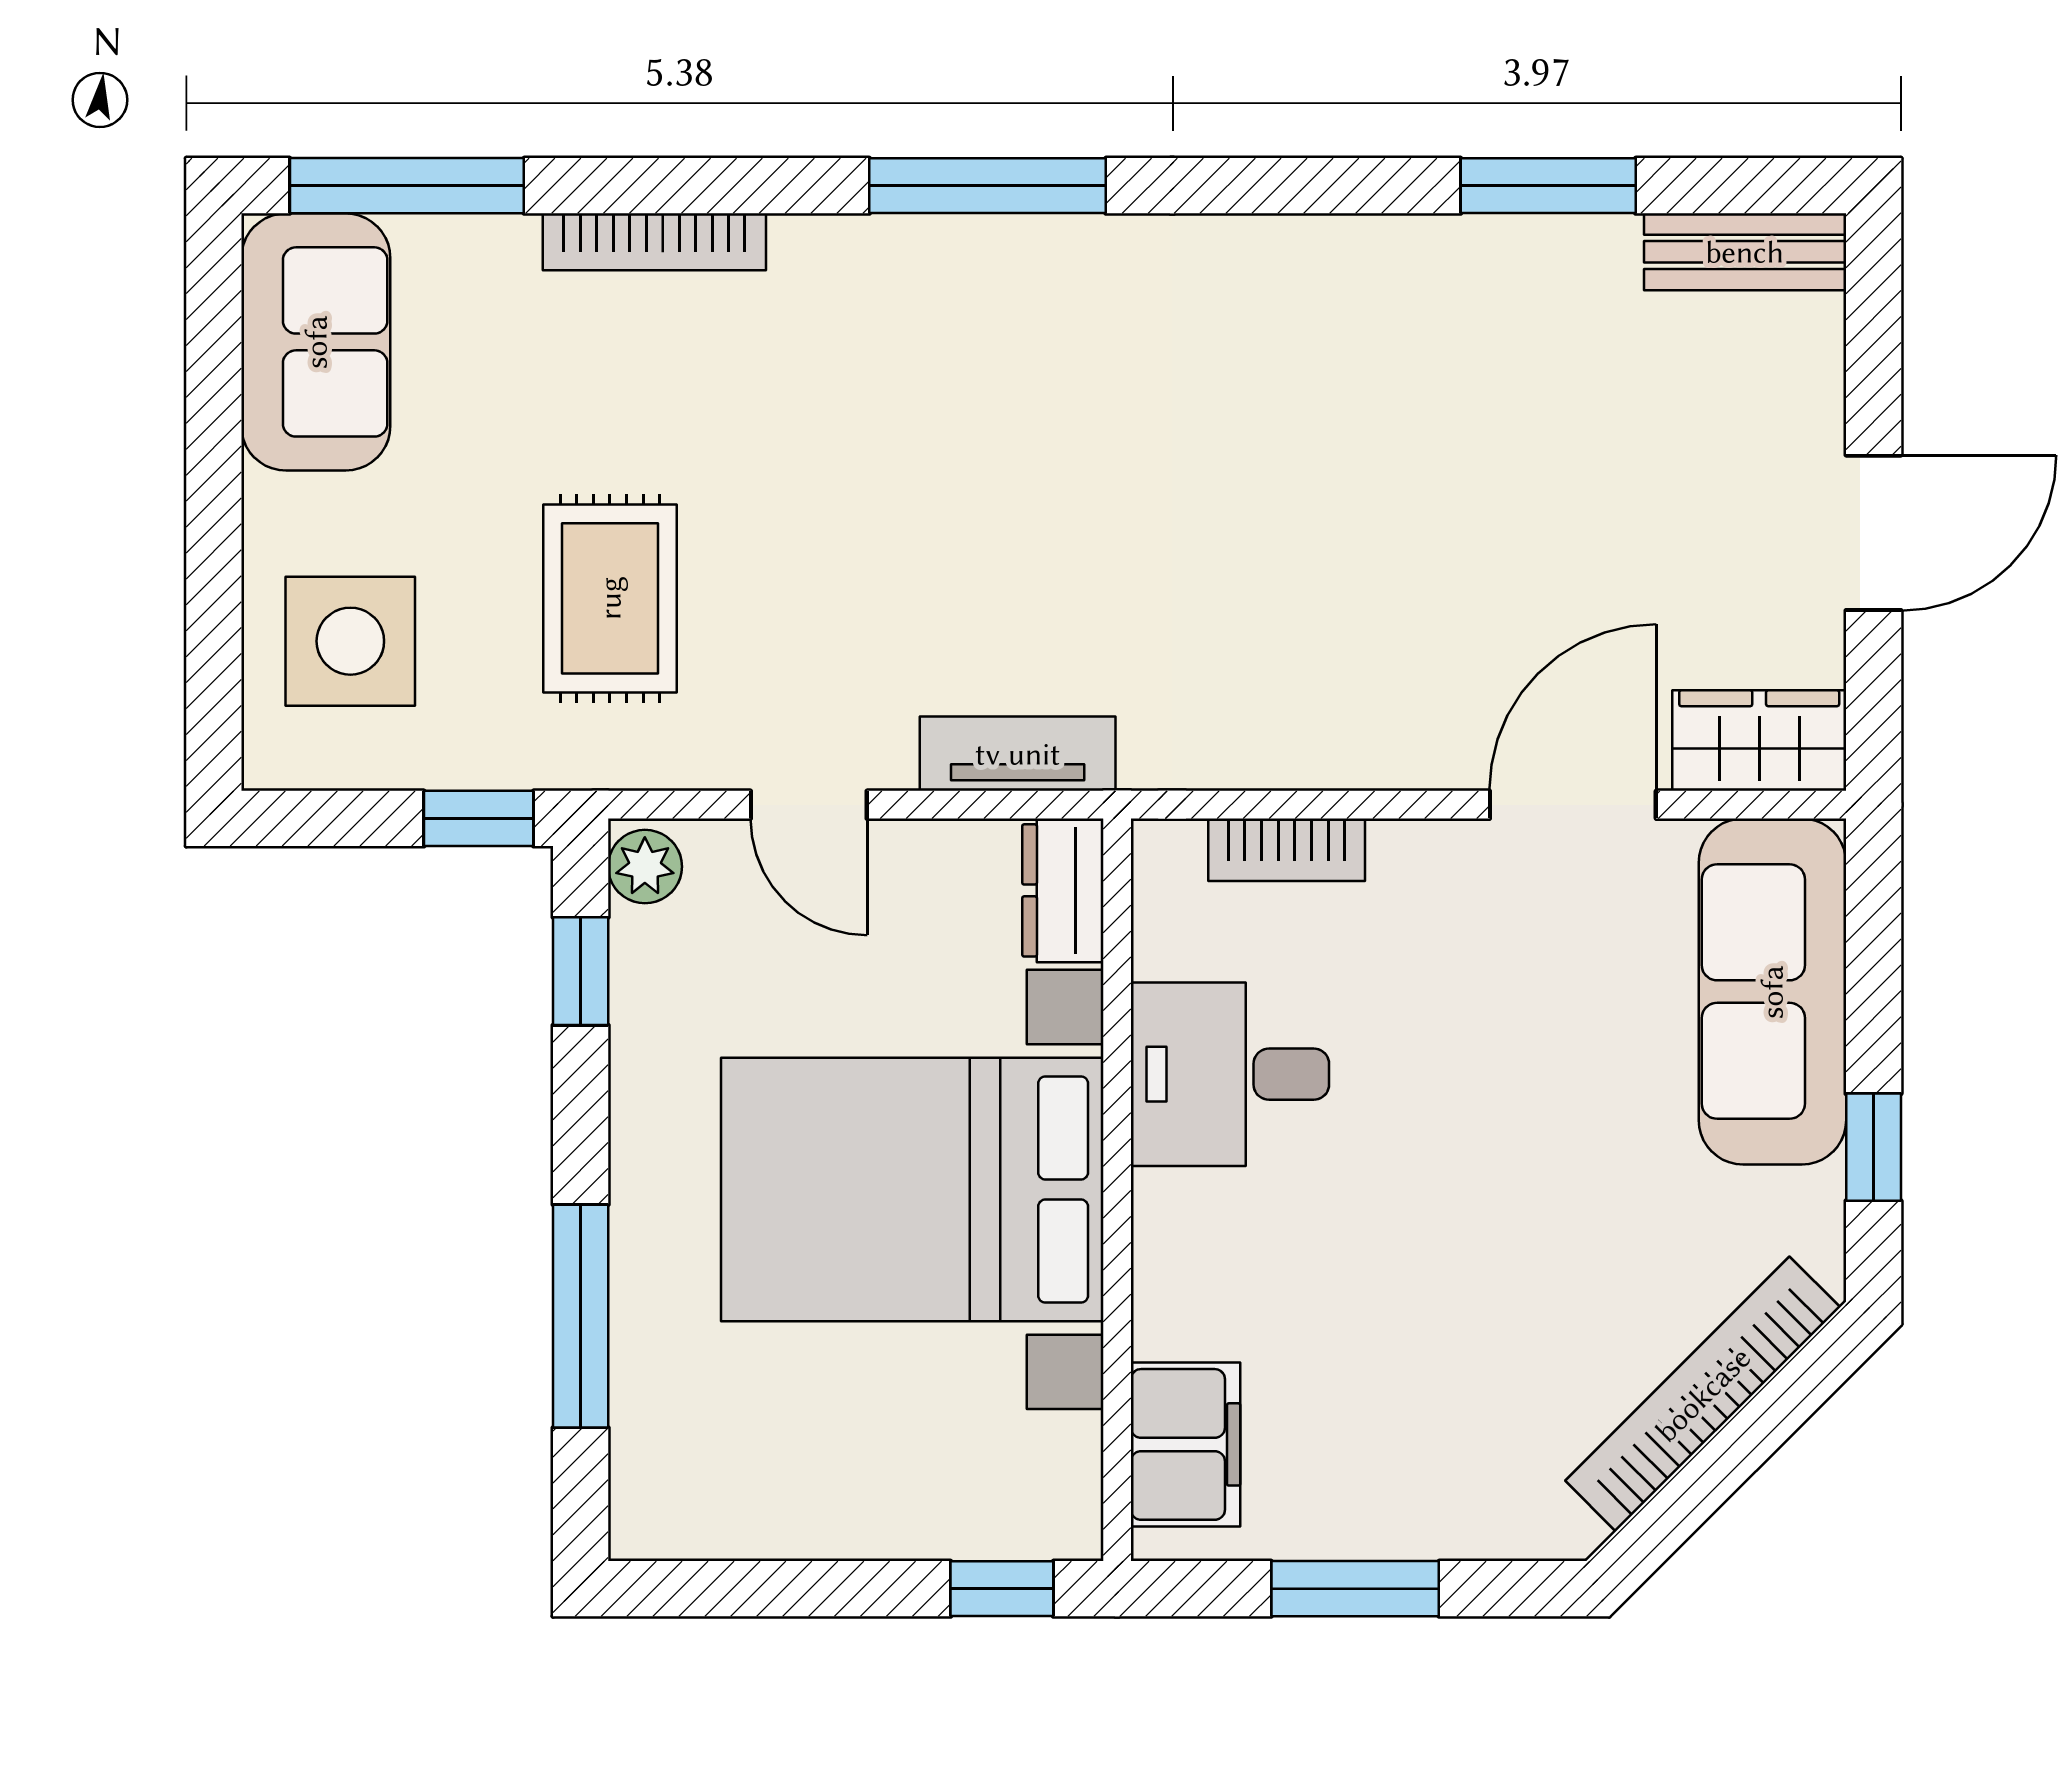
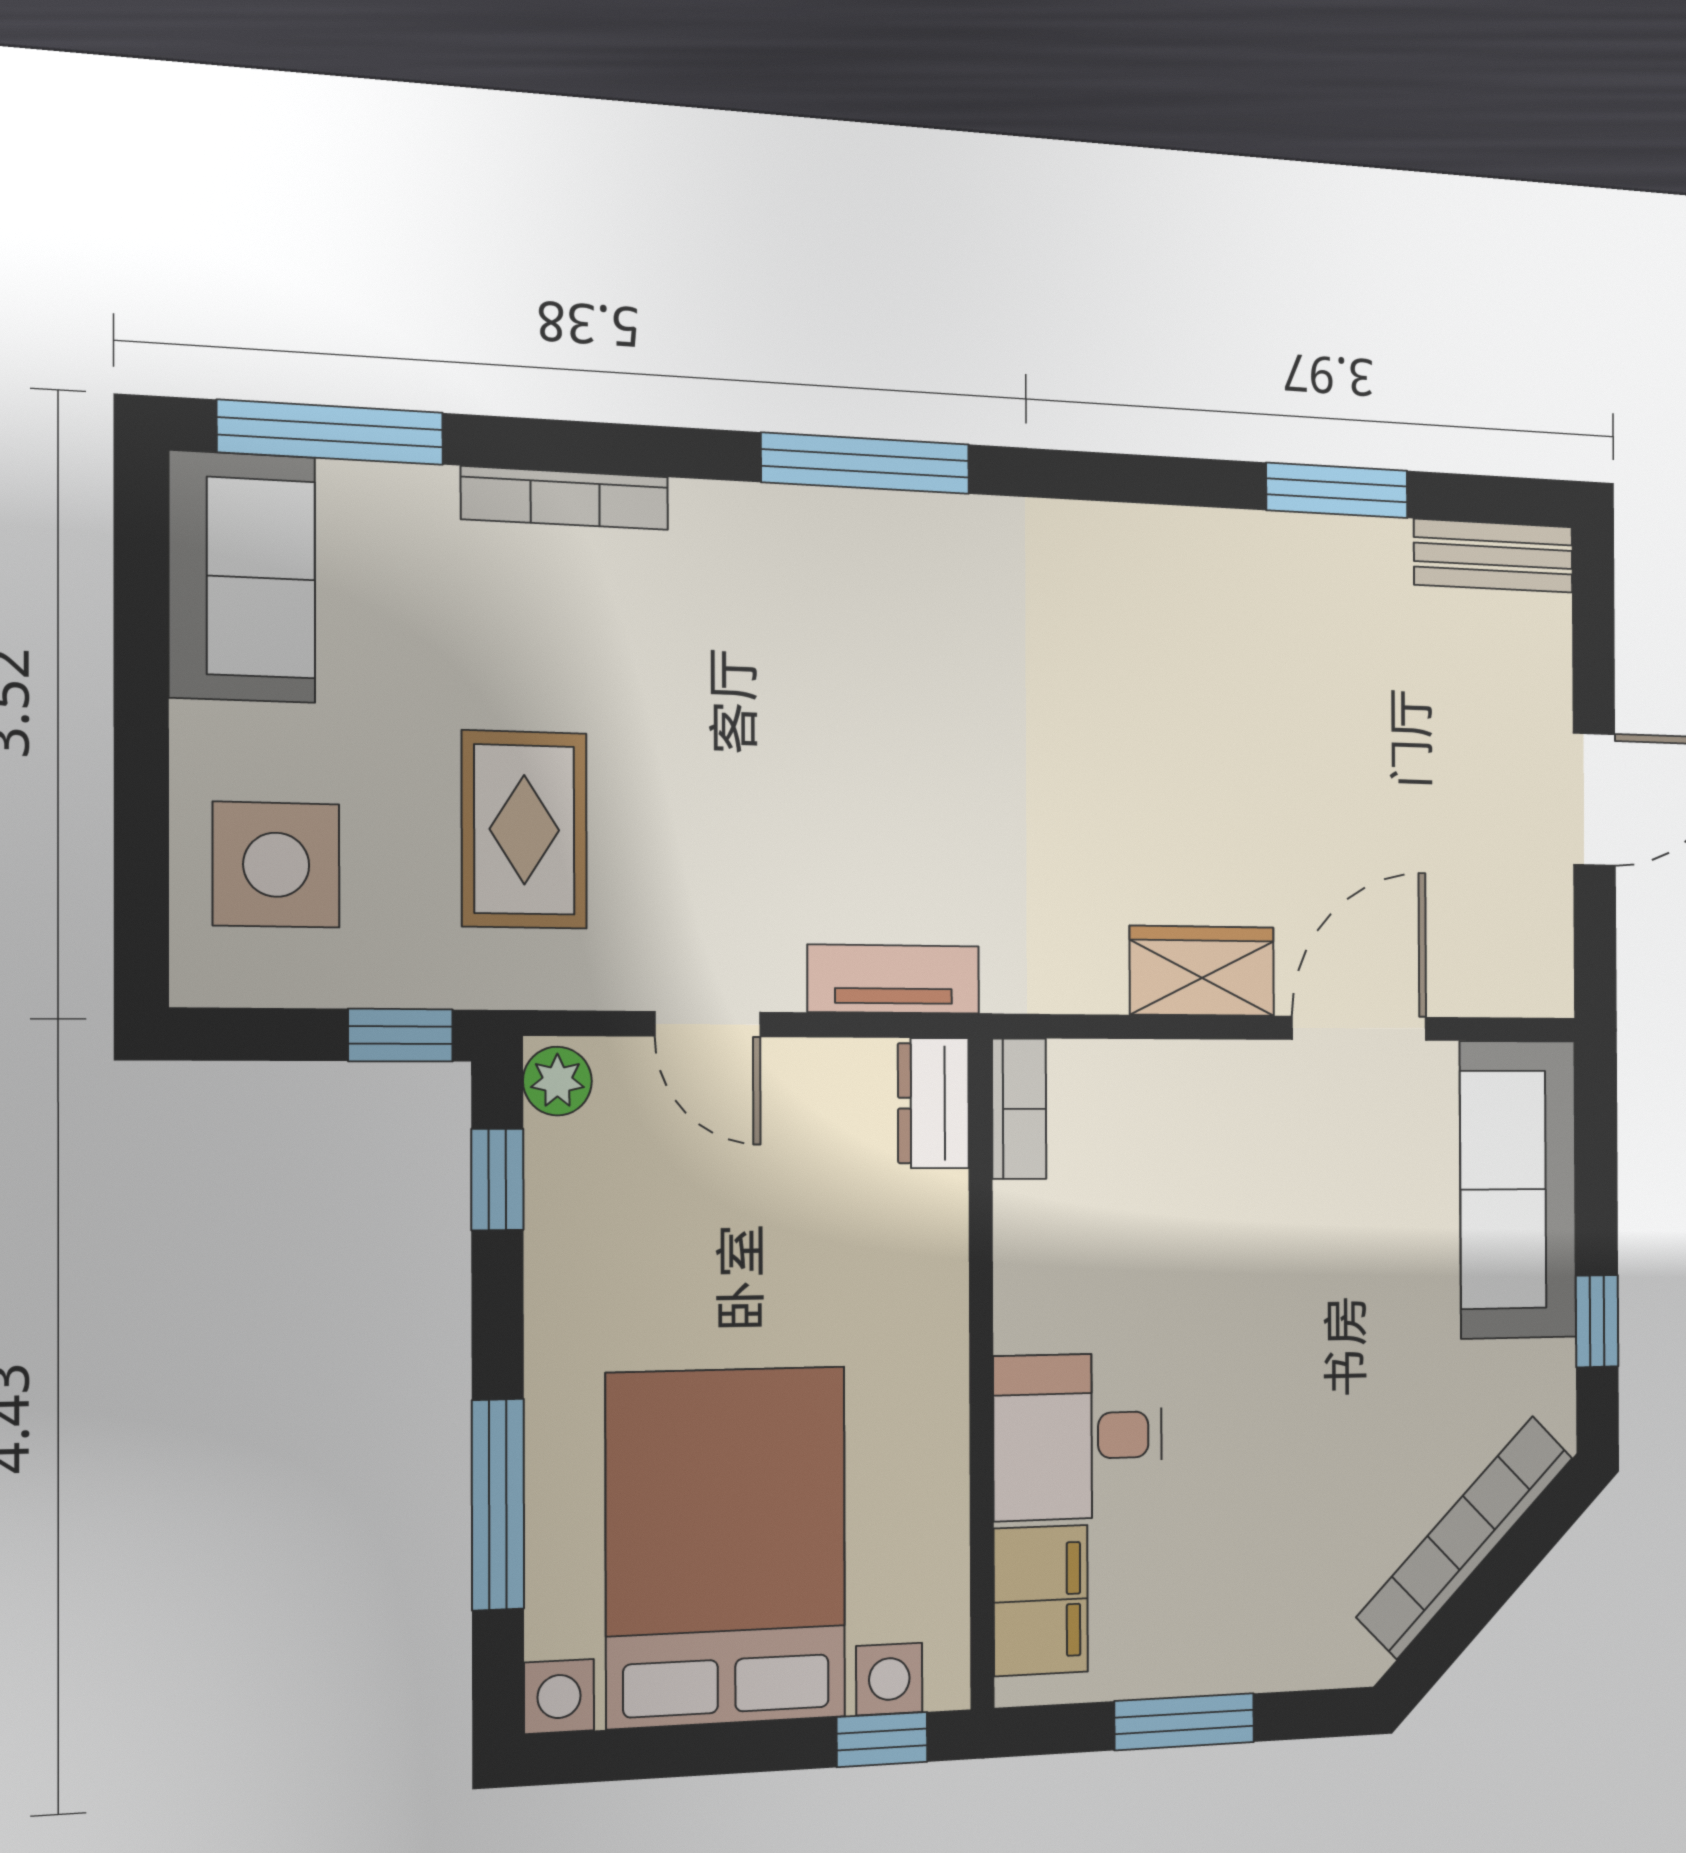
wardrobe: (1759, 741) -> (1202, 971), moved
bookcase: (1287, 850) -> (1019, 1109), moved, turned -90
desk: (1230, 1074) -> (1078, 1436), moved
bed with nightstands: (912, 1189) -> (726, 1546), moved, turned 90

